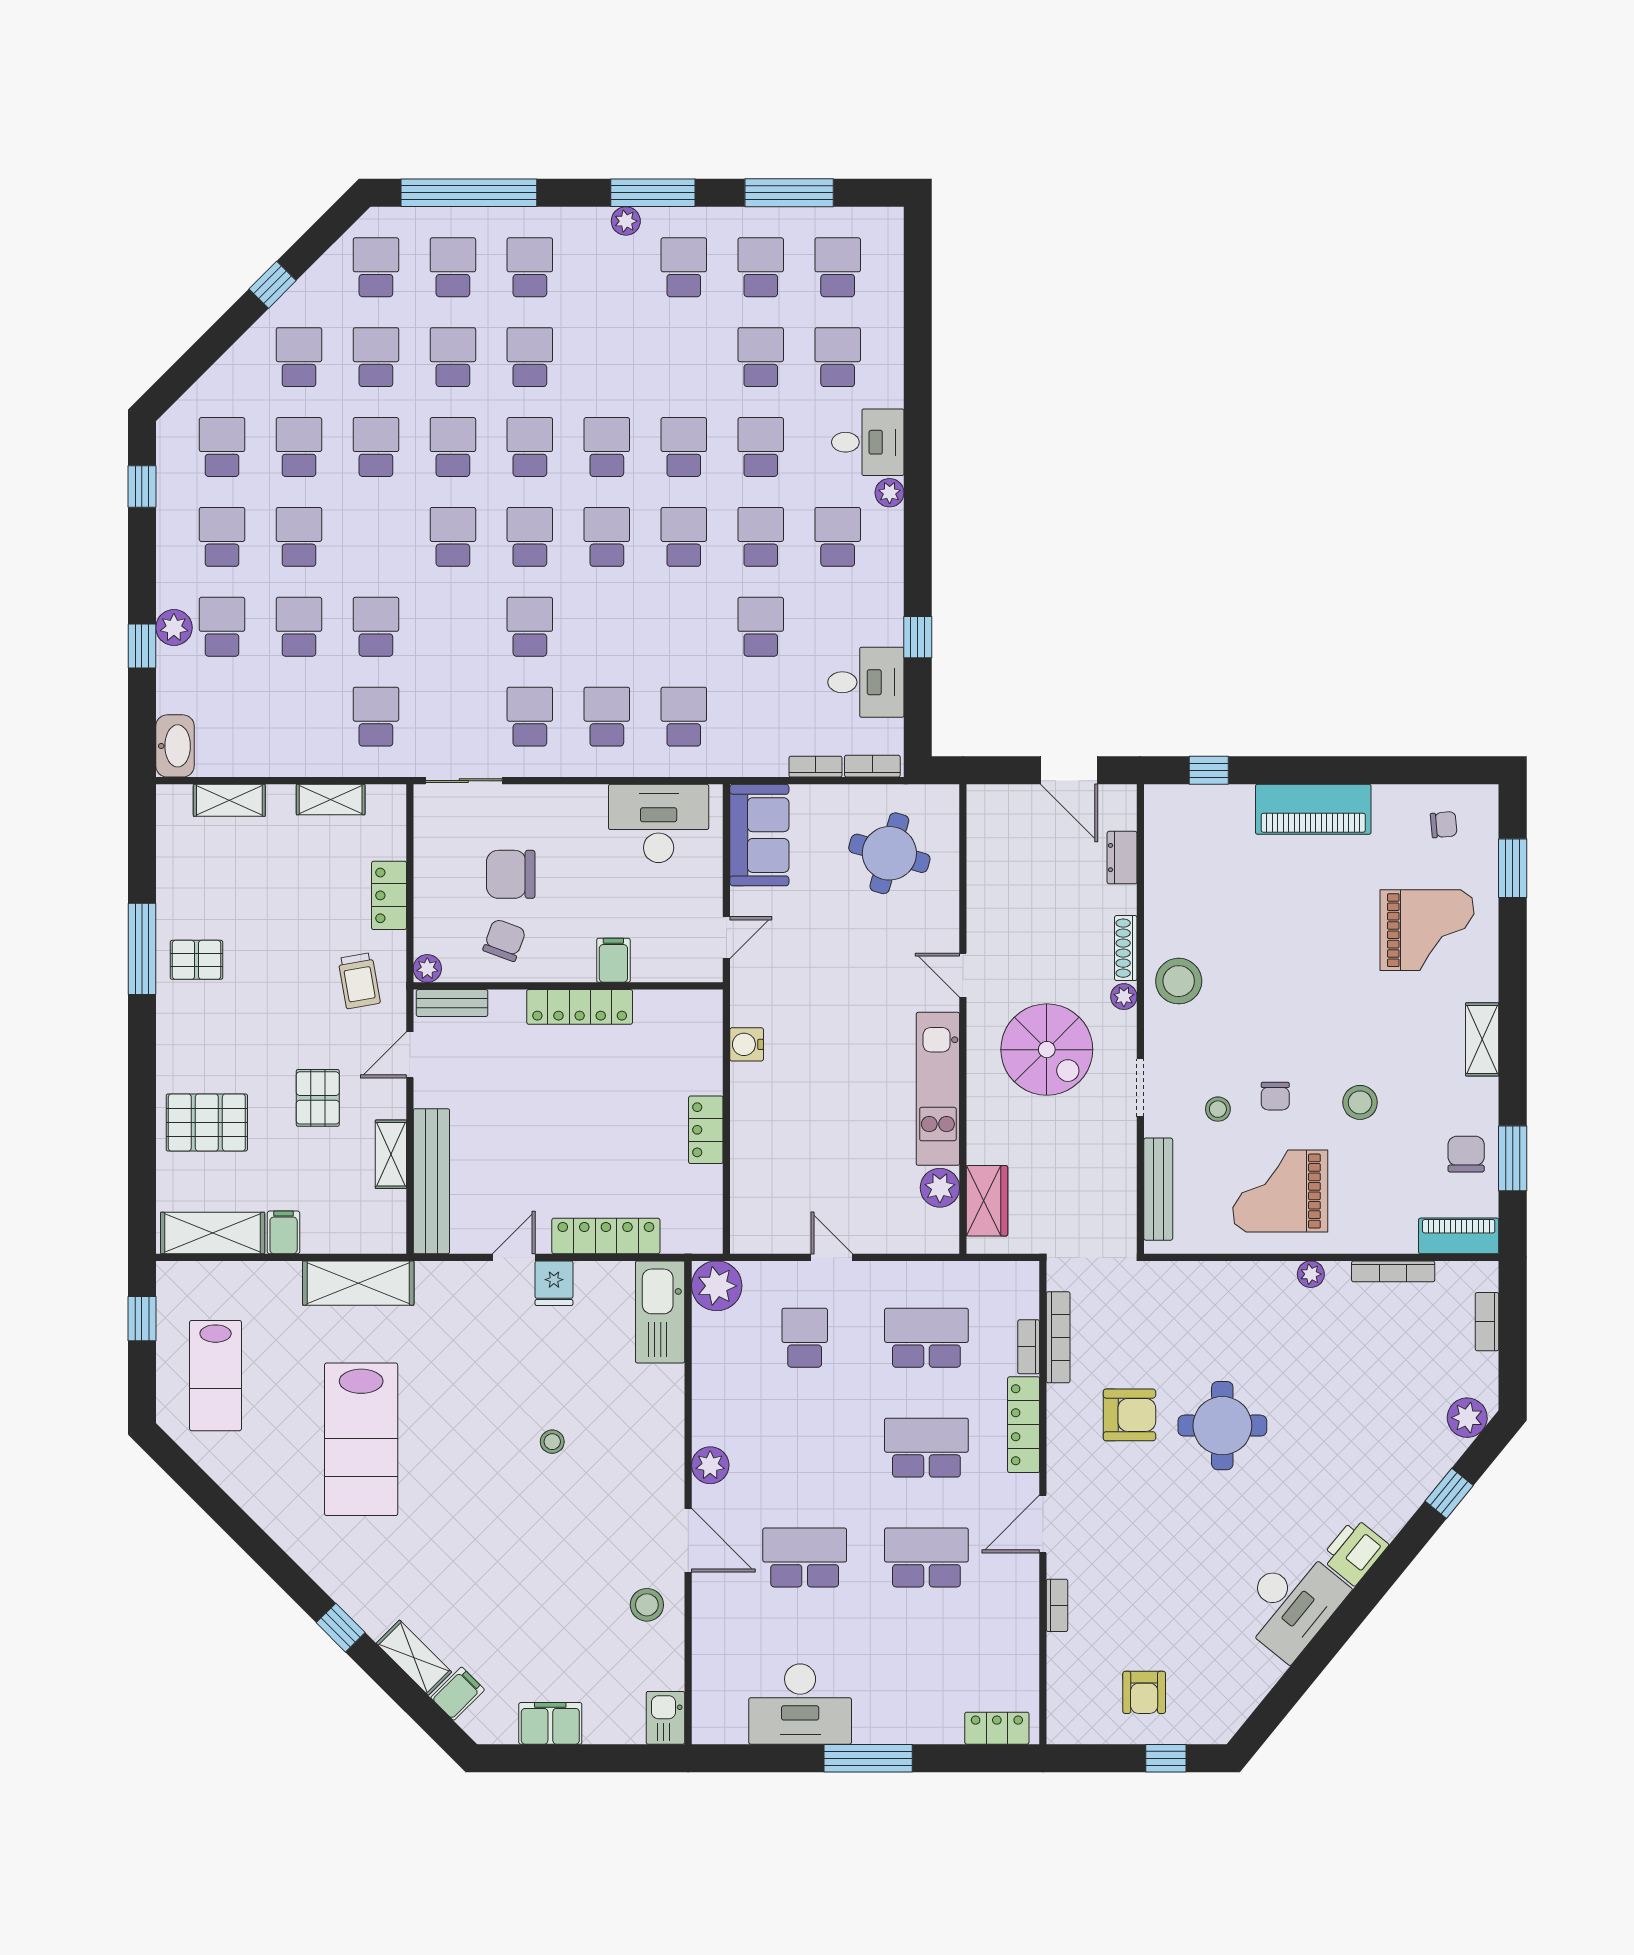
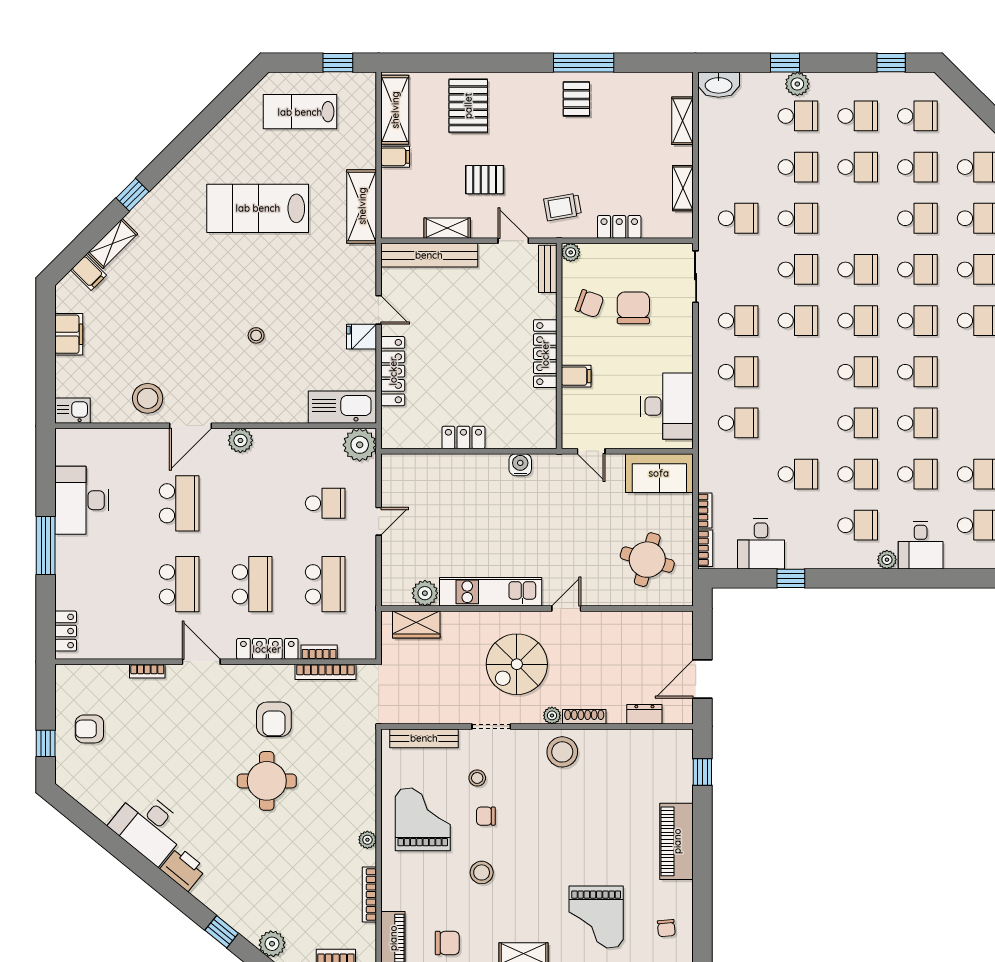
school desk: (453, 627) -> (798, 269), added
stool: (647, 1605) -> (148, 398), width x1.38, depth x1.38

